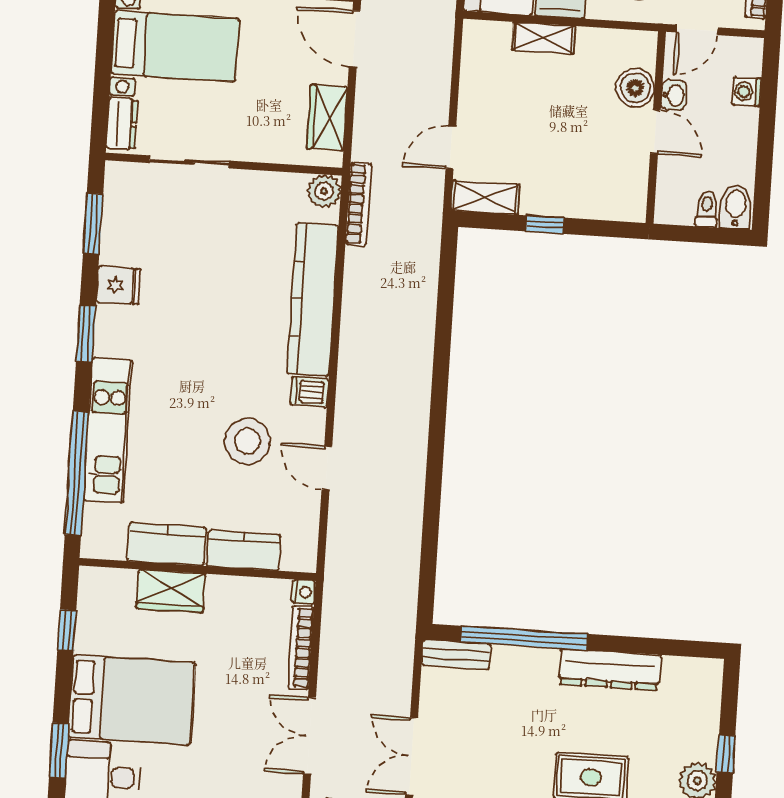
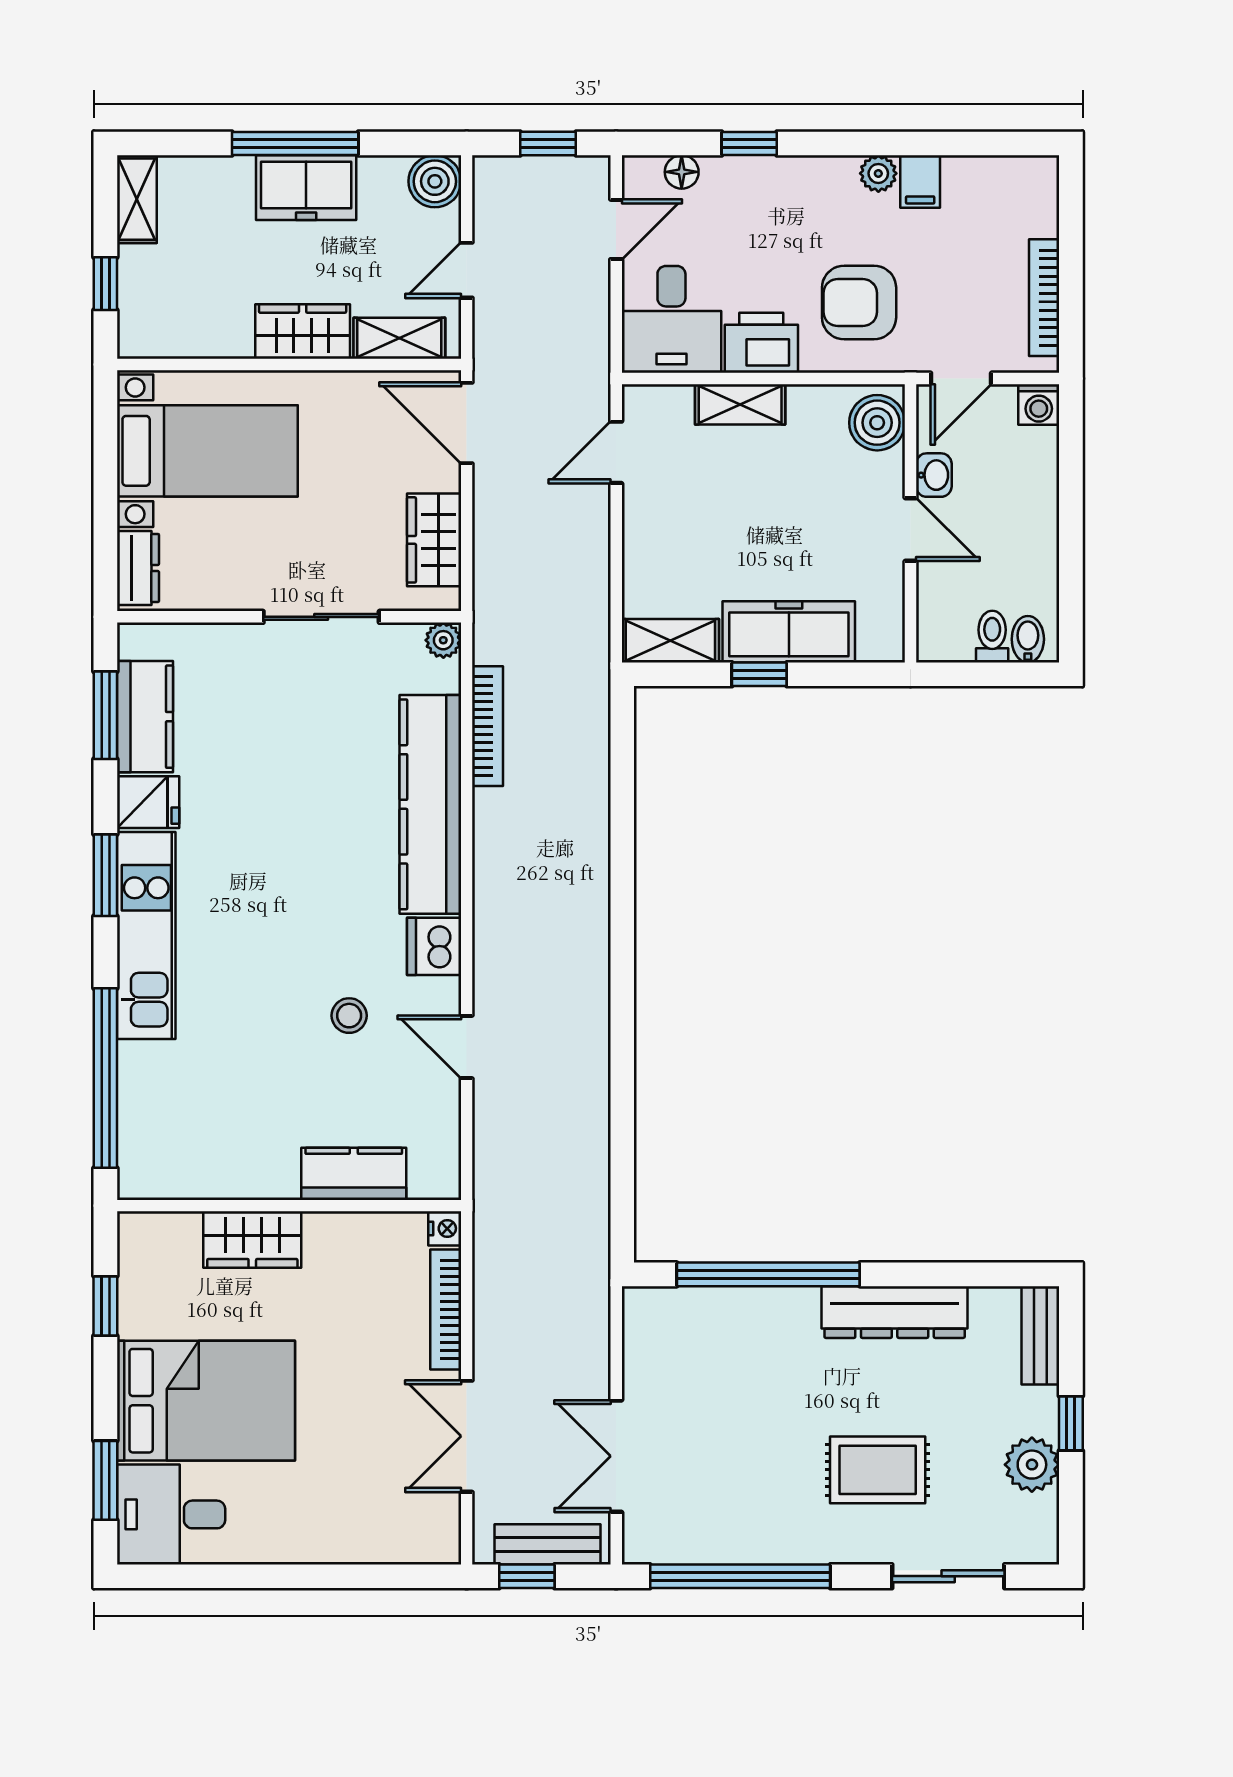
boiler: (635, 88) -> (877, 423), moved
washing machine: (747, 92) -> (1039, 405), moved, turned -90
door: (451, 148) -> (616, 452), moved
sliding door: (189, 162) -> (321, 617), moved
plant: (324, 191) -> (443, 640), width x0.73, depth x0.73
freezer: (567, 197) -> (789, 632), added
bookcase: (358, 204) -> (488, 726), moved
bidet: (736, 207) -> (1028, 639), width x0.72, depth x0.74
dishwasher: (309, 392) -> (434, 946), width x1.38
kitchen unit: (108, 430) -> (146, 935), moved
stool: (247, 441) -> (349, 1016), width x0.53, depth x0.53
kitchen counter: (167, 544) -> (145, 717), moved, turned 90
bench: (456, 655) -> (1040, 1335), moved, turned 90

